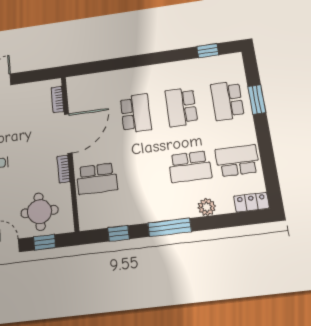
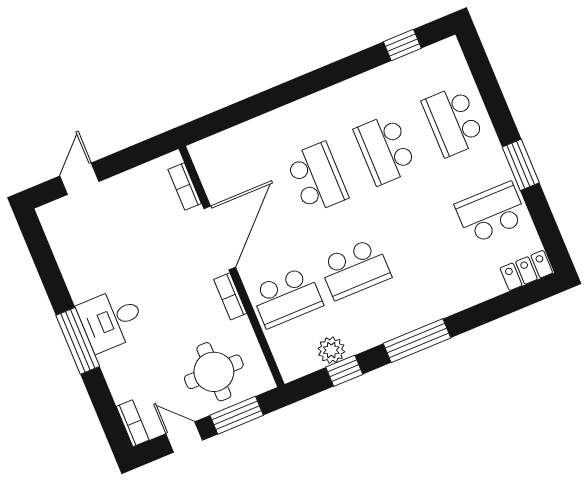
window: (257, 100) -> (521, 165), moved
school desk: (190, 167) -> (355, 269), moved
plant: (207, 207) -> (331, 350), moved
window: (45, 242) -> (237, 415), width x1.50

